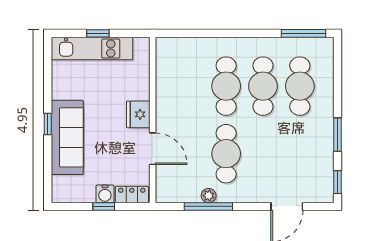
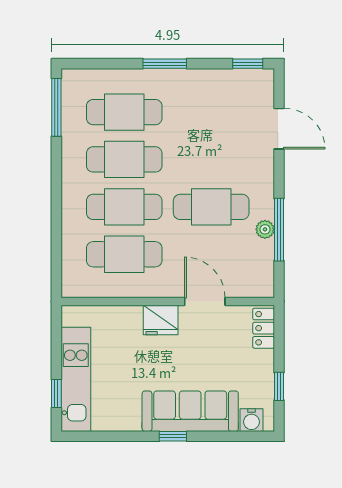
window: (98, 33) -> (56, 394), moved
cafe table: (189, 86) -> (124, 254), added
window: (337, 135) -> (165, 64), moved
door: (153, 149) -> (205, 301), hinge flipped
water cooler: (105, 194) -> (251, 420), moved, turned 90
window: (104, 206) -> (279, 386), moved

